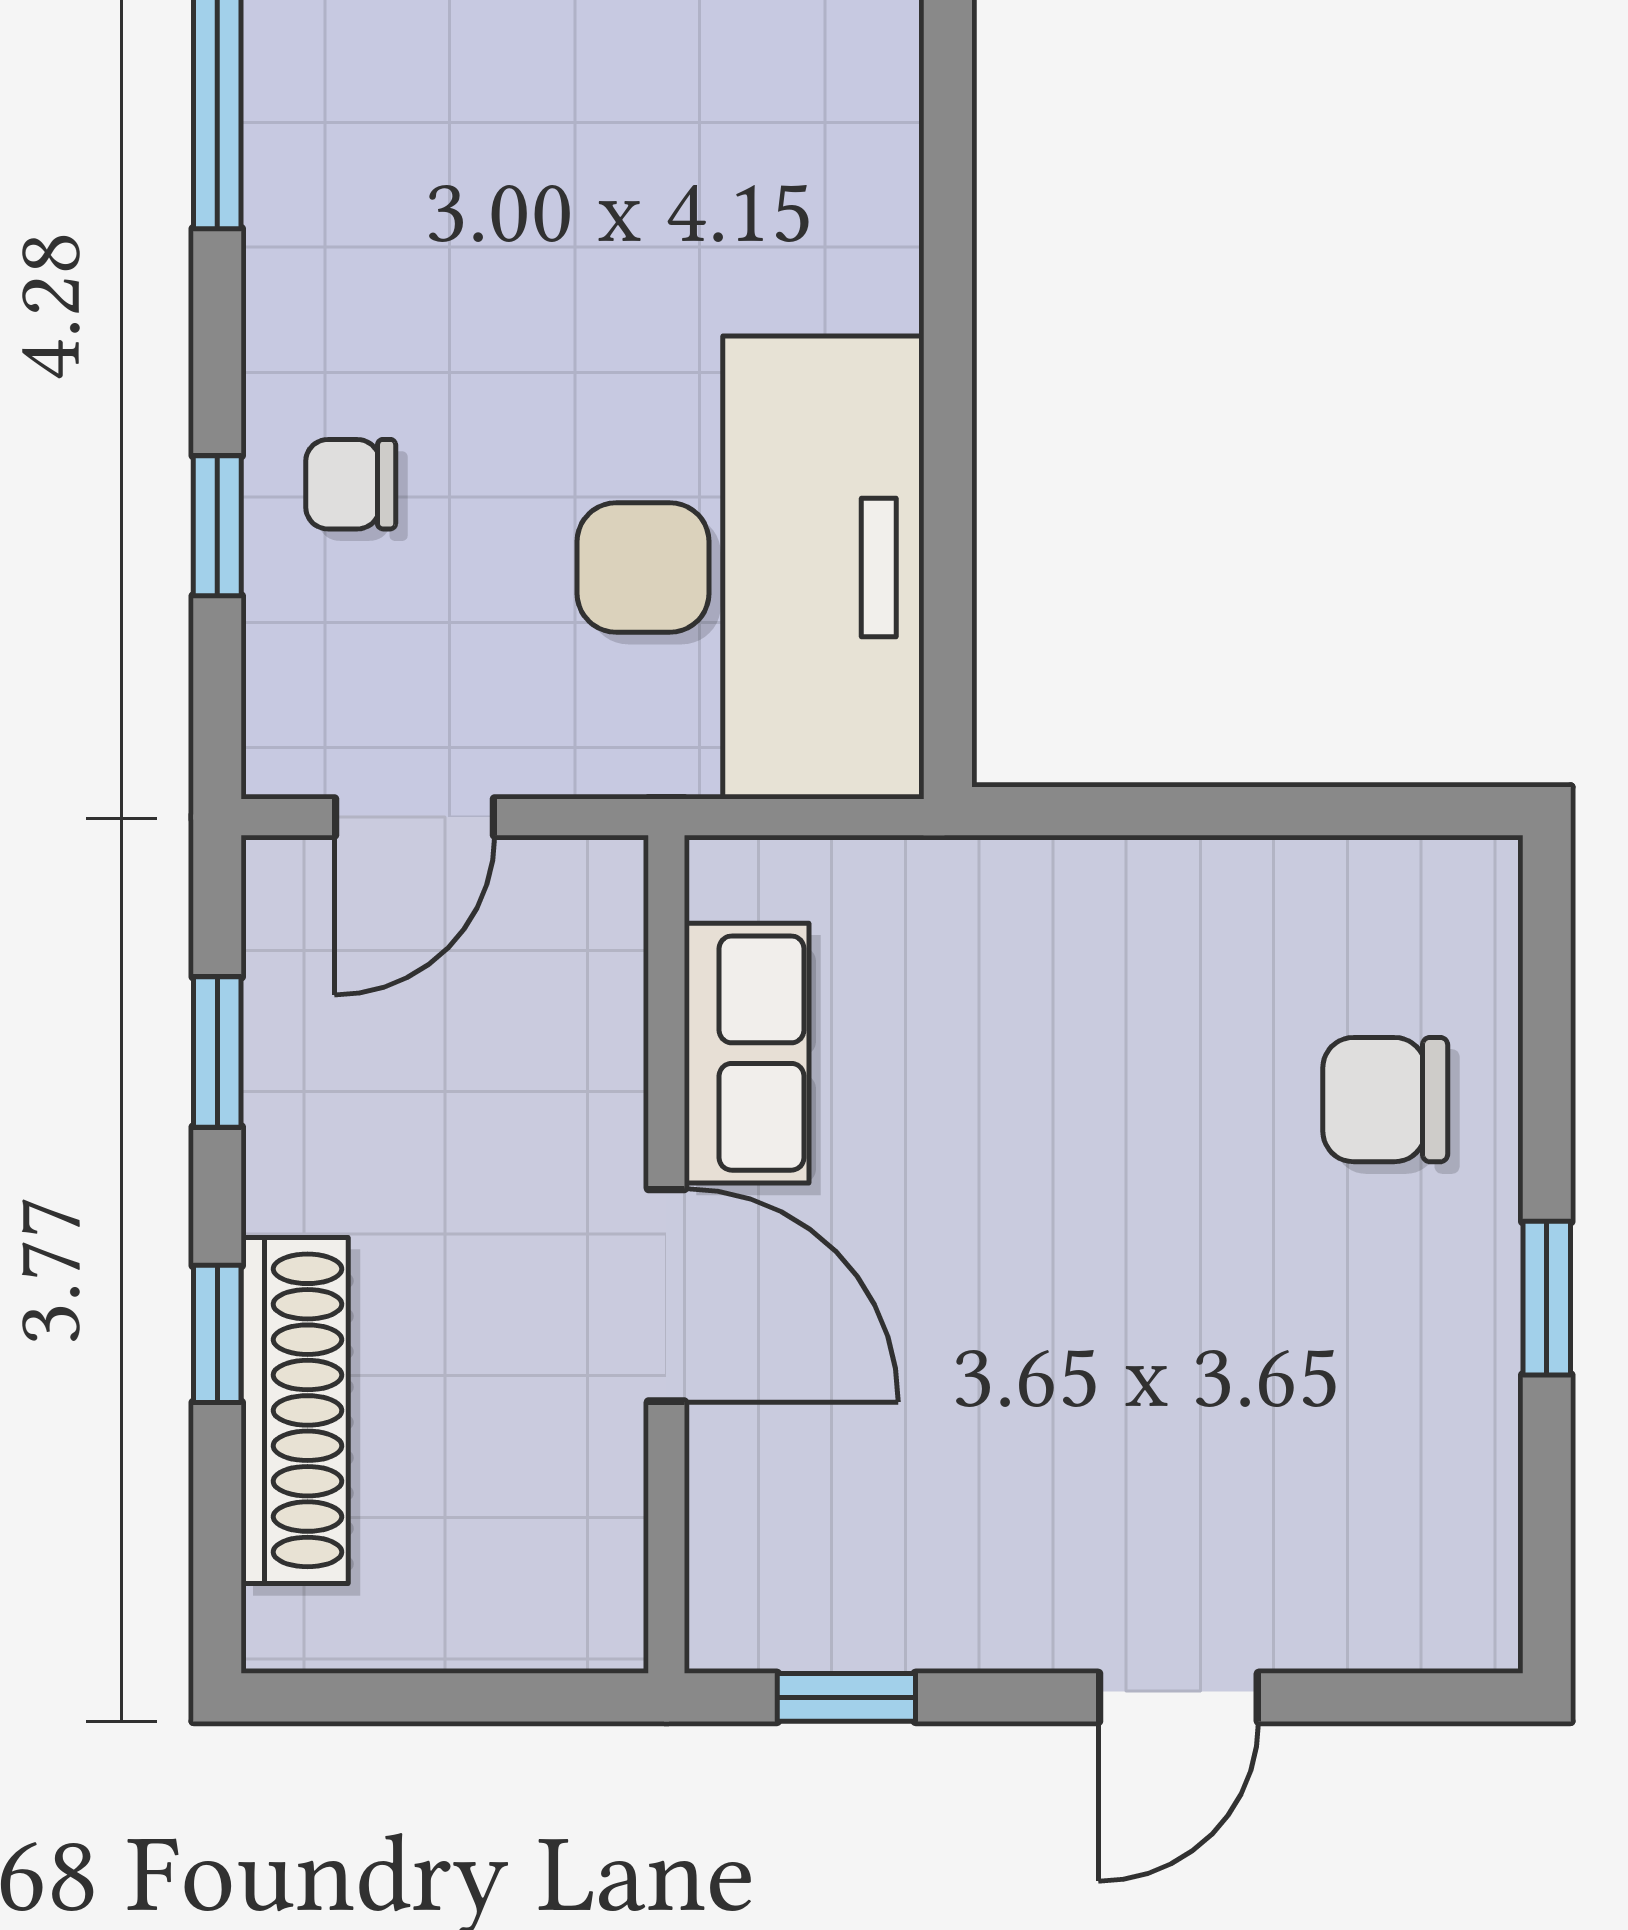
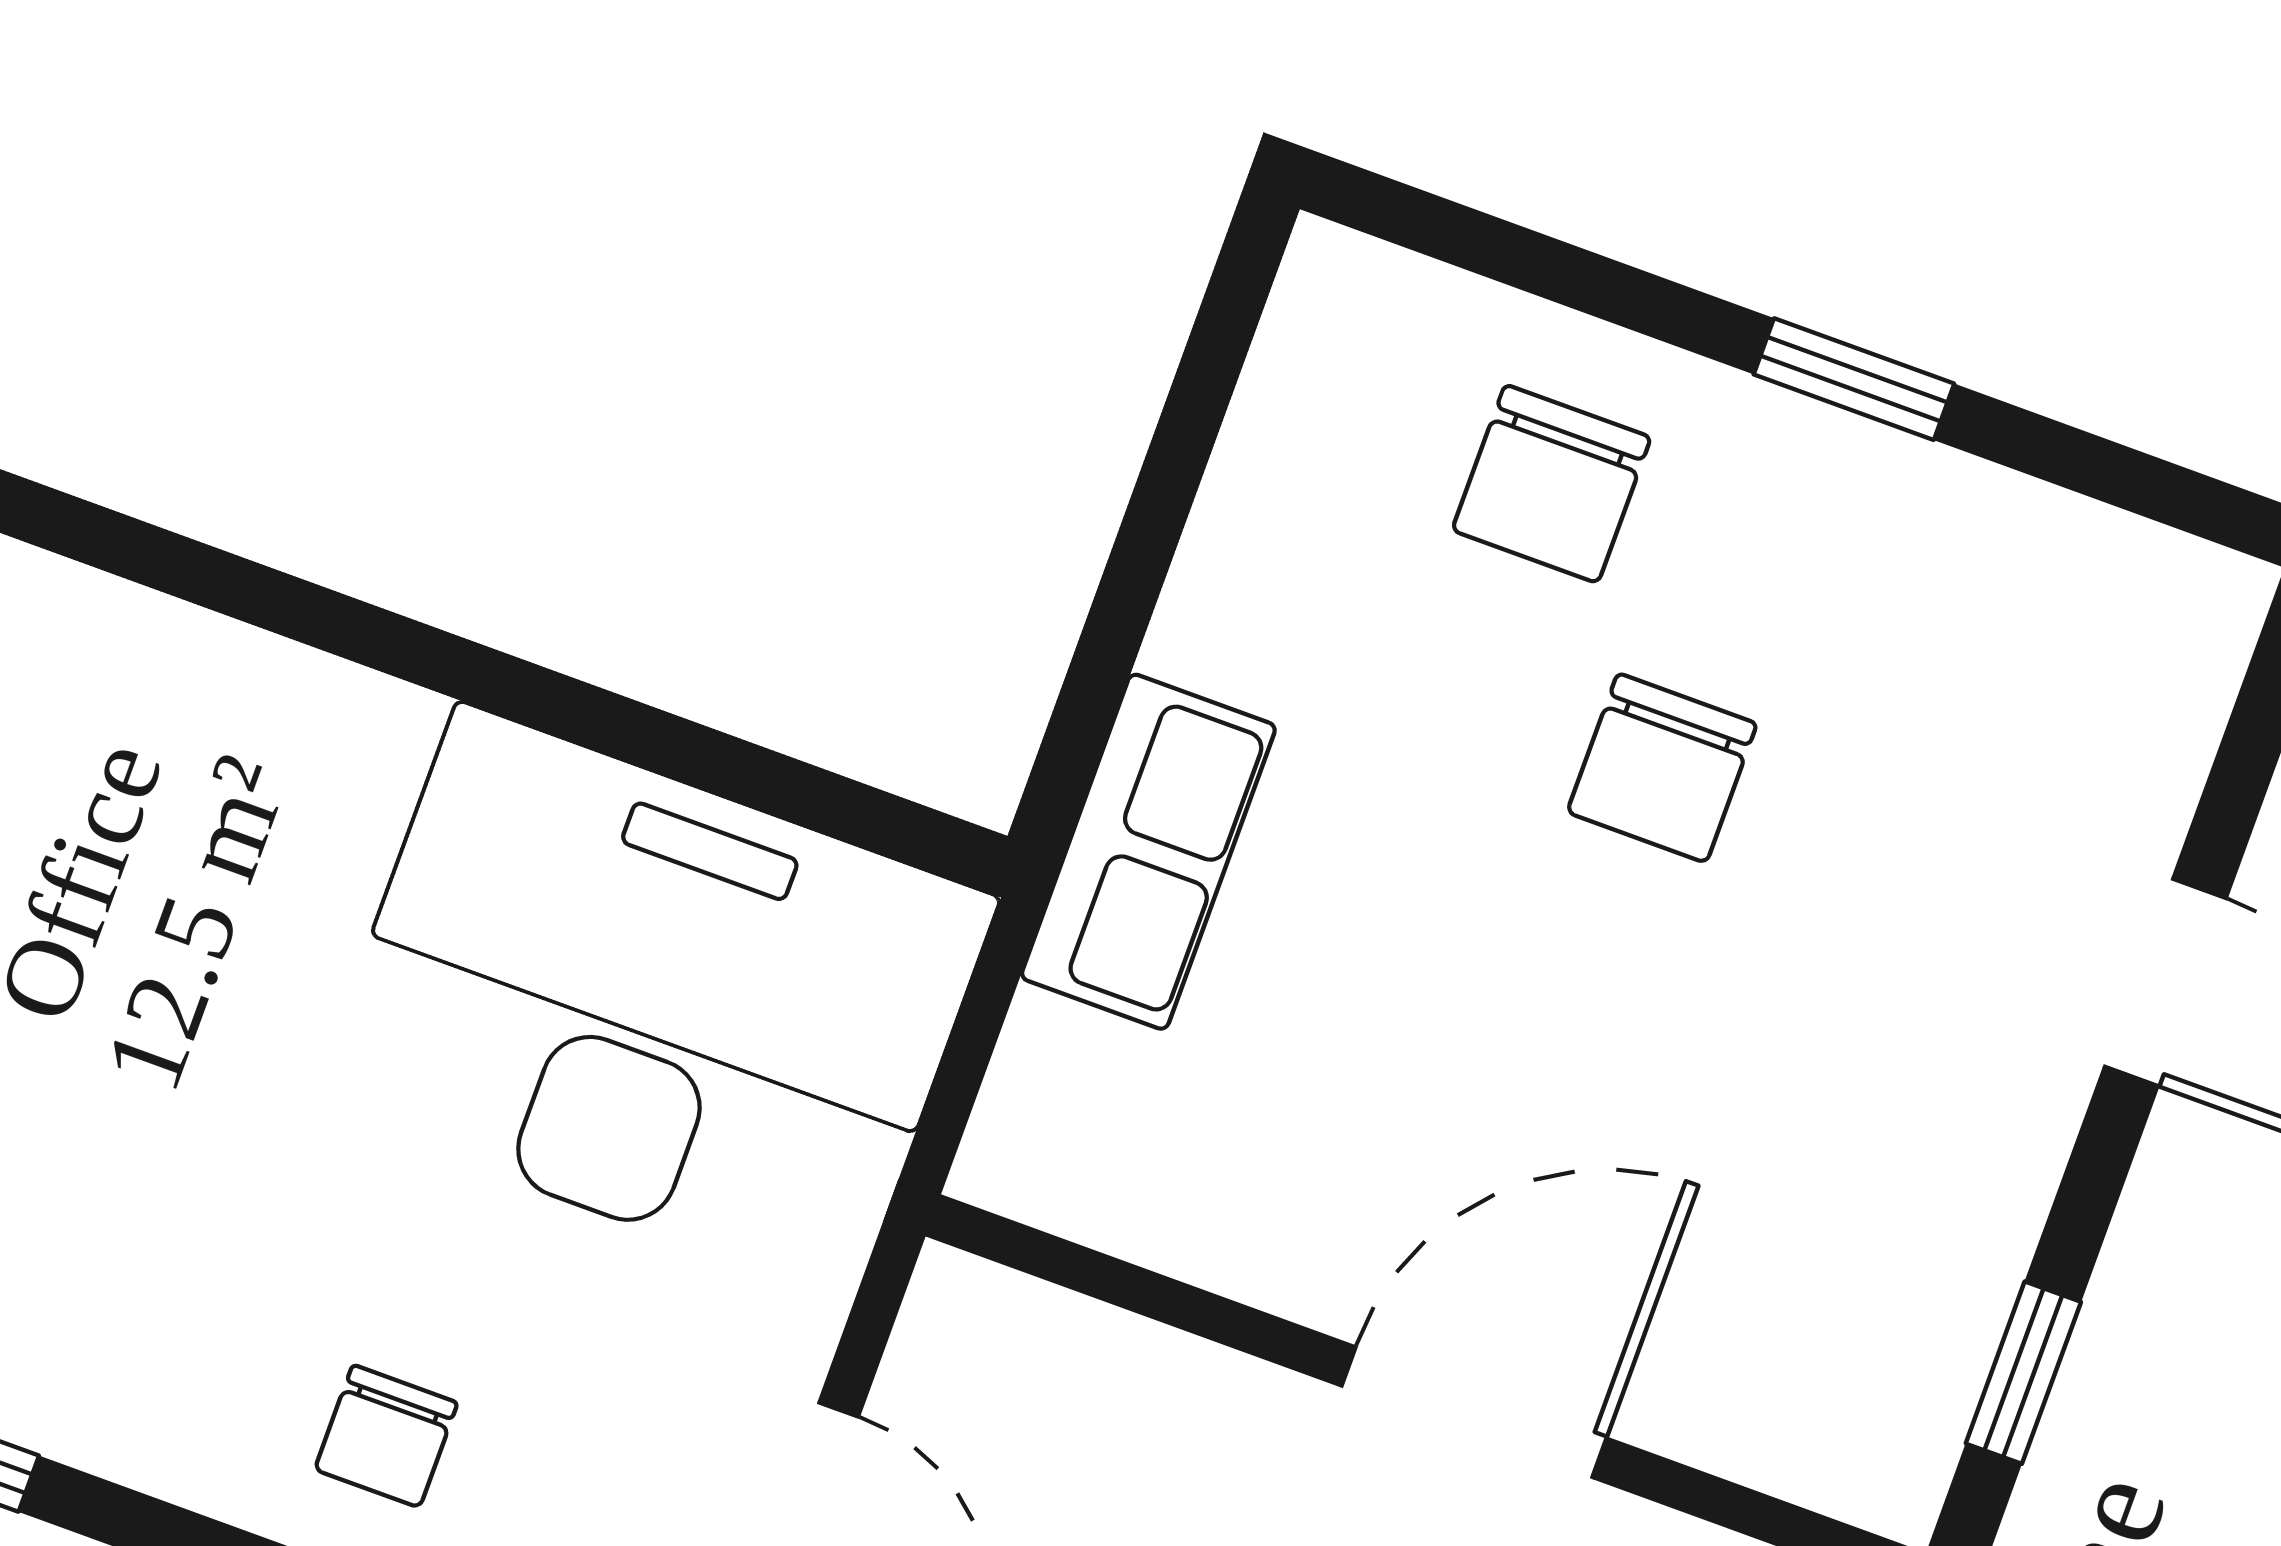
row of seats: (747, 1053) -> (1148, 852), moved, turned 90
chair: (1202, 1260) -> (1662, 768), added

